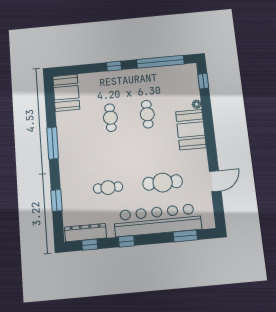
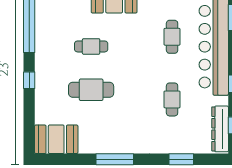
cafe table: (110, 118) -> (91, 90), width x1.37, depth x1.35
cafe table: (163, 182) -> (172, 37), width x0.73, depth x0.74

